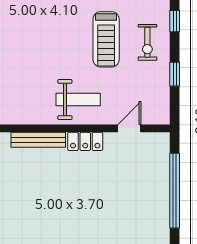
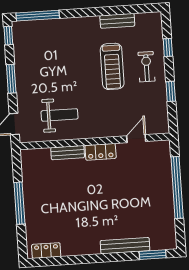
exercise bike: (147, 42) -> (146, 67), turned 180
weight bench: (78, 100) -> (60, 115), moved
bench: (38, 140) -> (68, 153), width x0.73

